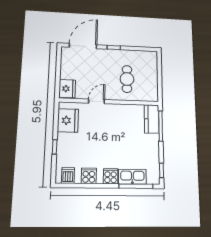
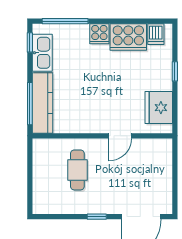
fridge: (67, 89) -> (161, 152), removed
kitchen counter: (152, 119) -> (43, 103), width x1.50
cooker: (89, 176) -> (128, 37), width x1.87, depth x1.31
kitchen sink: (132, 177) -> (42, 53), moved, turned -90

